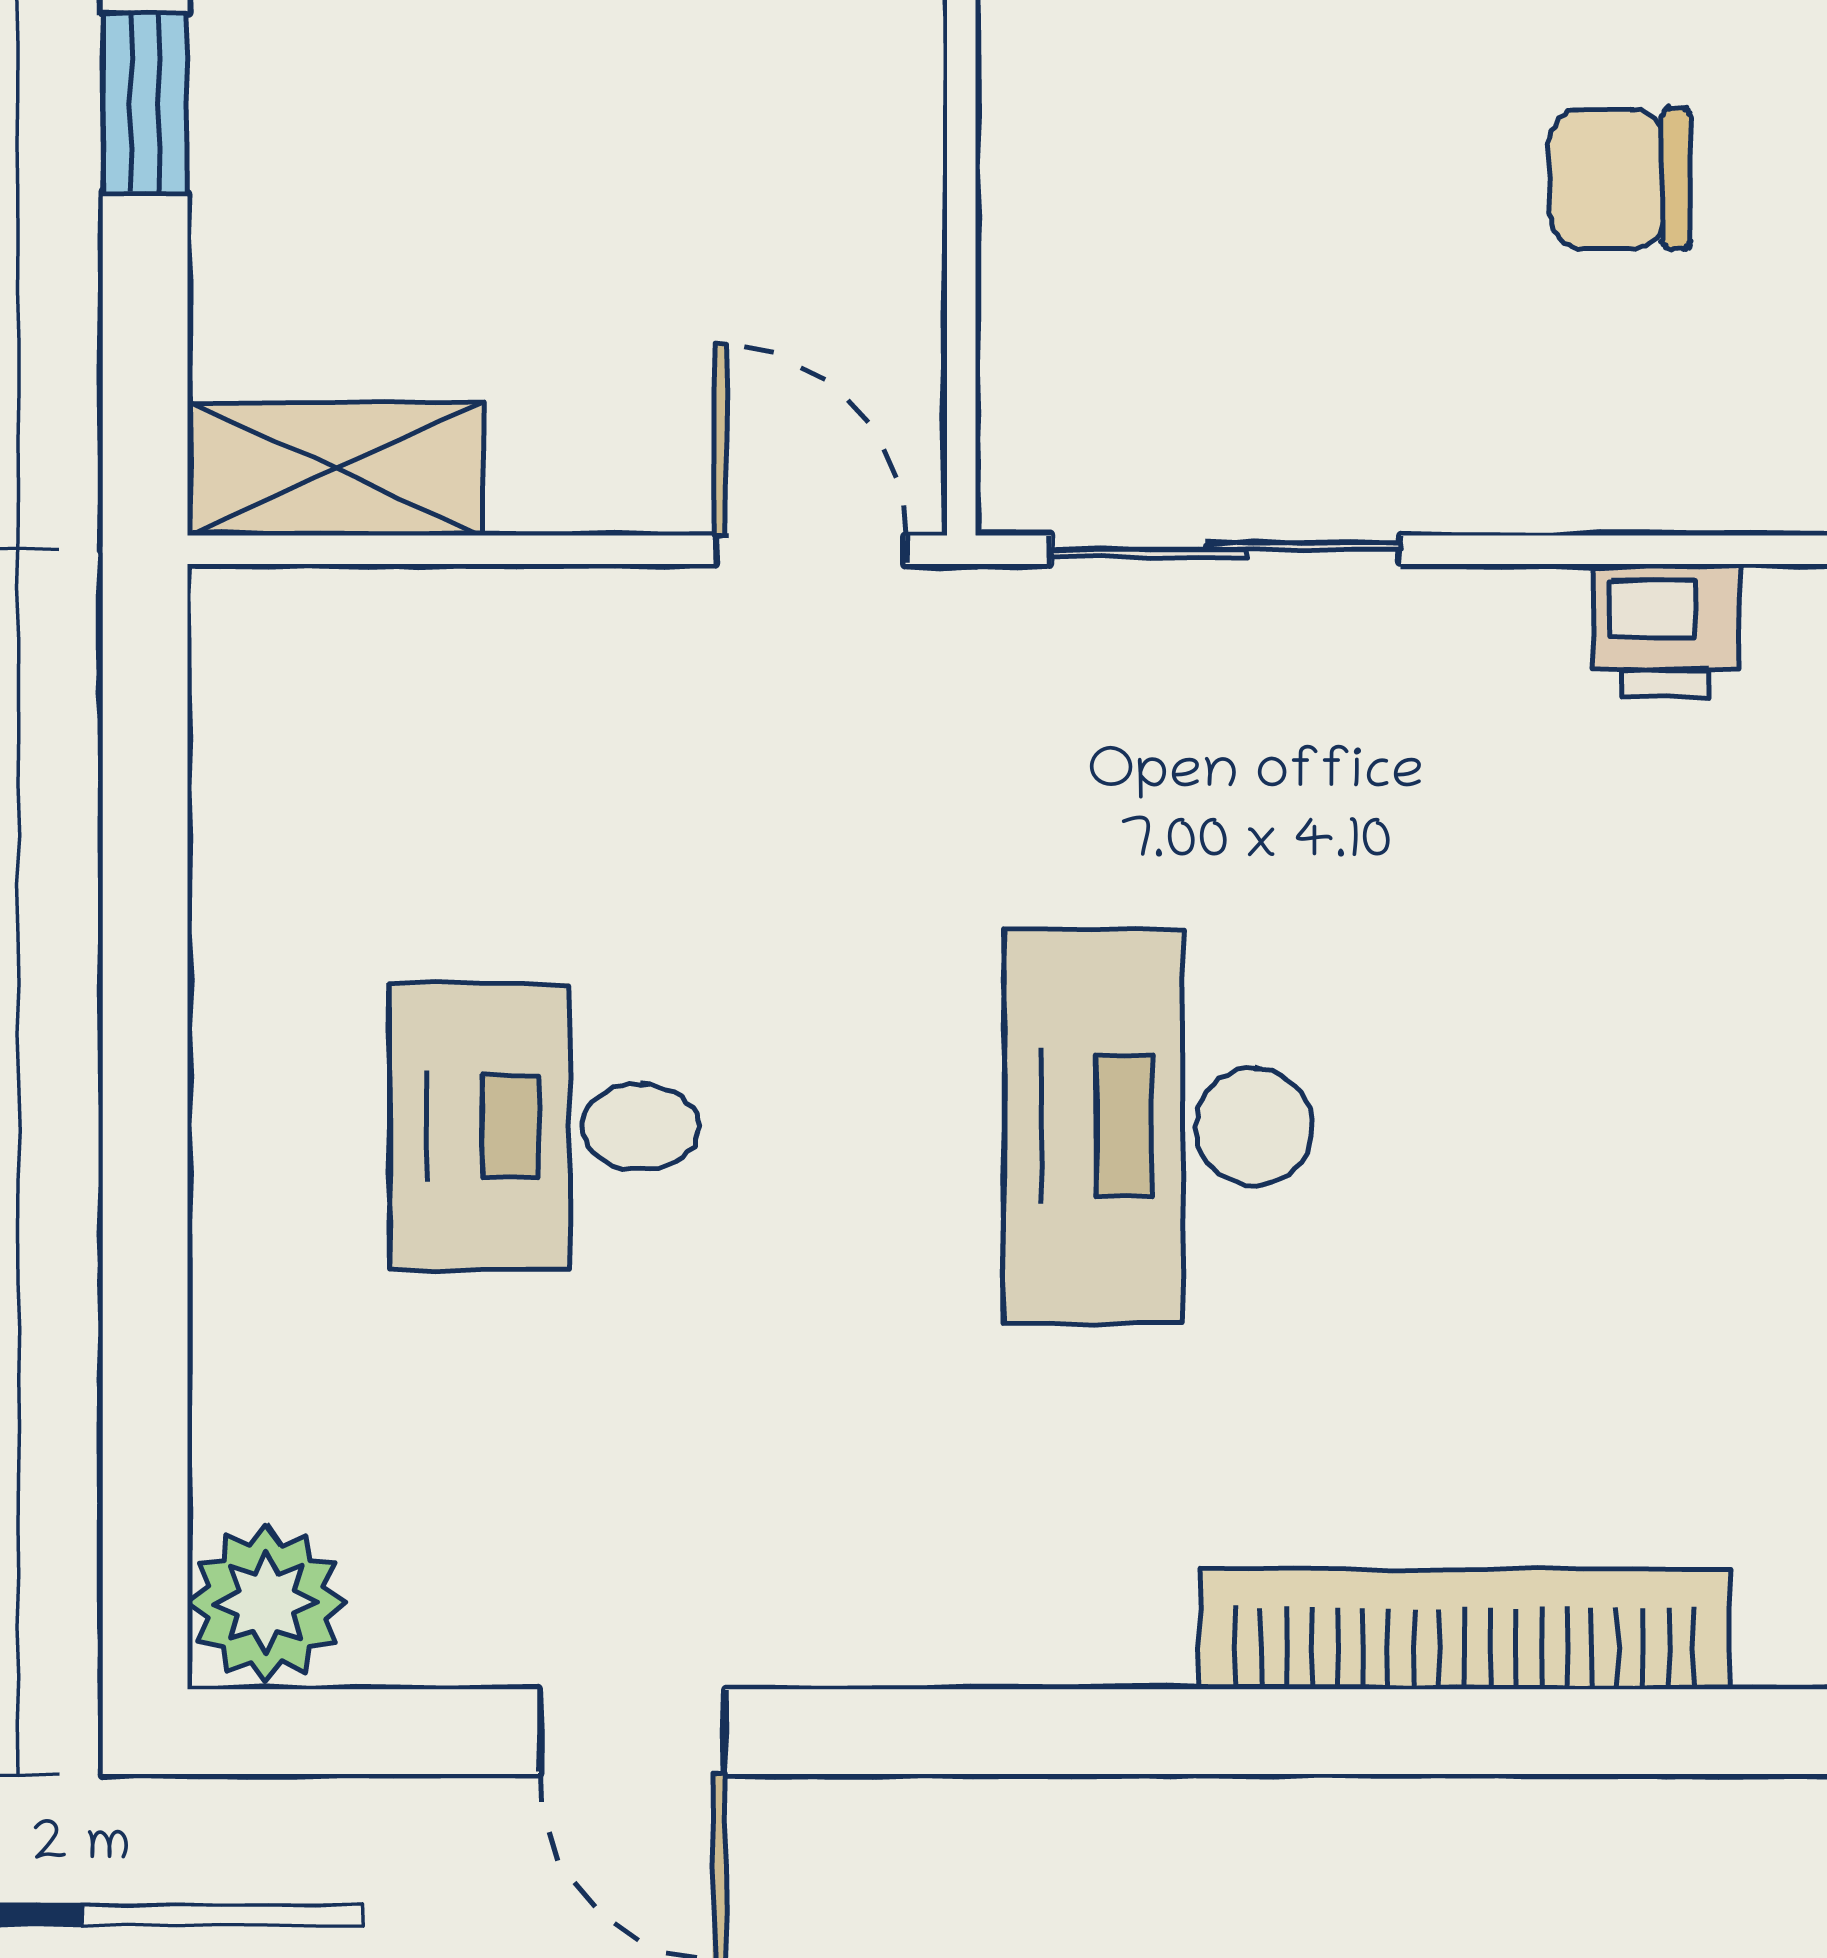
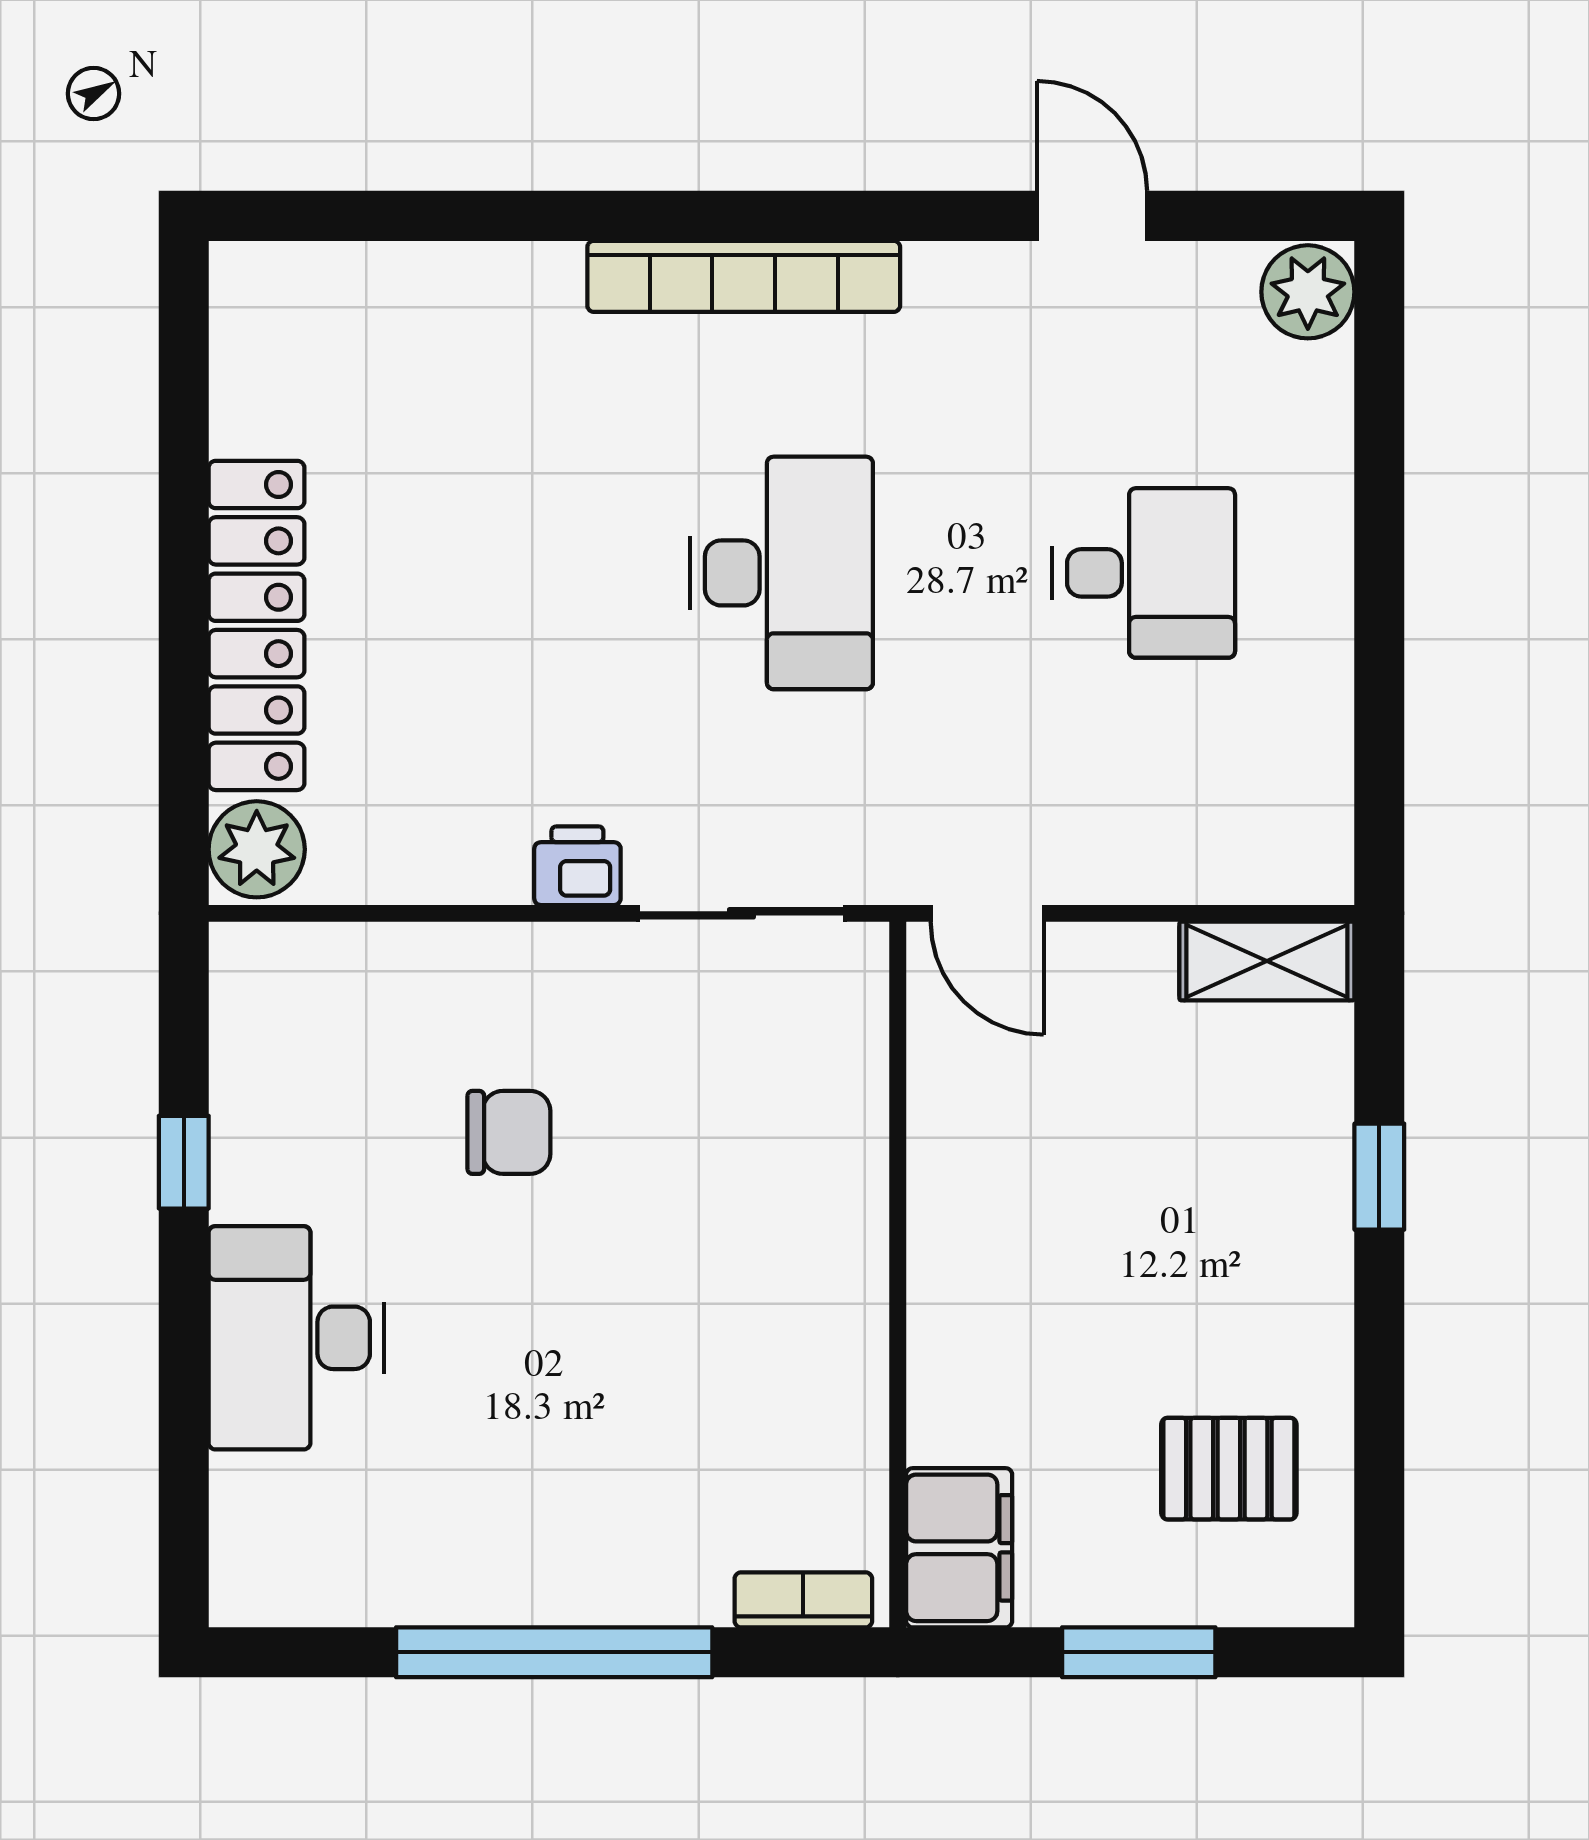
printer: (1666, 630) -> (577, 866), moved
bookcase: (1465, 1629) -> (744, 276), moved

